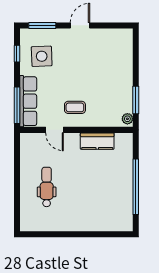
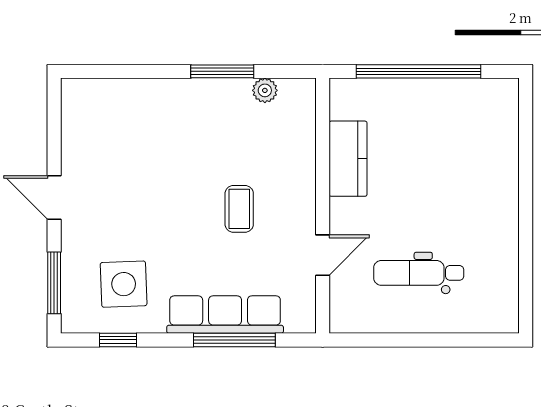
door: (54, 130) -> (323, 255), moved
wall: (76, 130) -> (323, 206), moved
kitchen counter: (97, 141) -> (348, 159), moved

